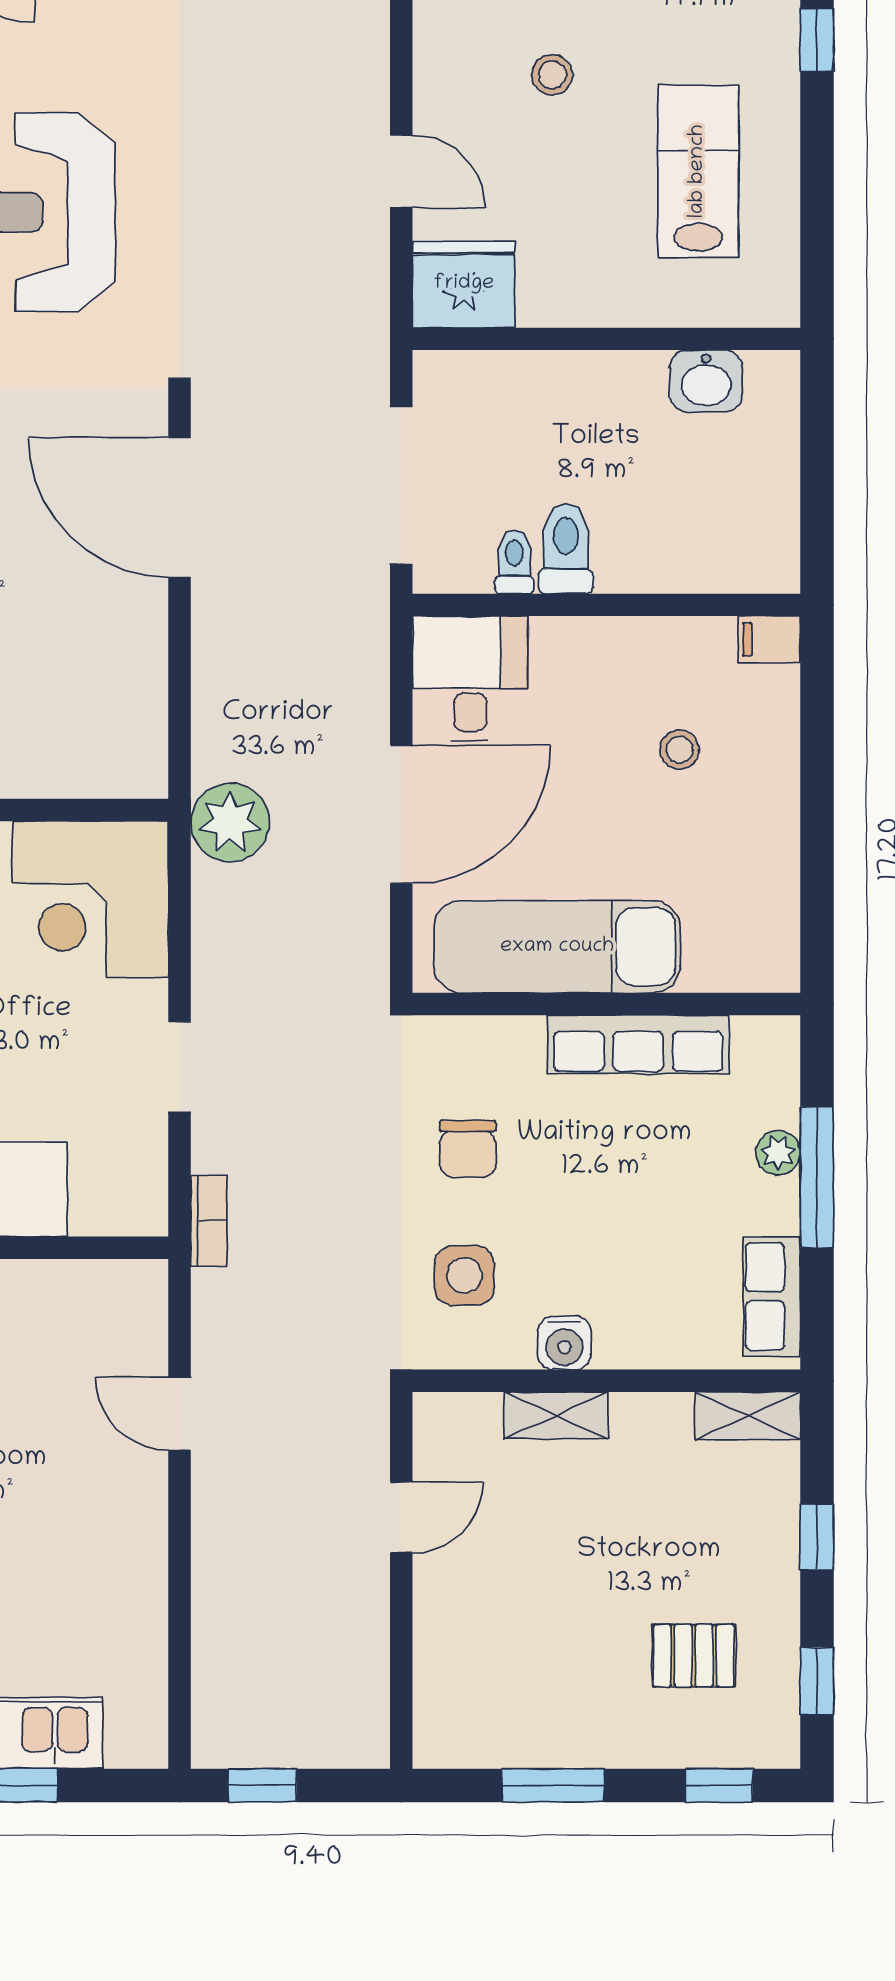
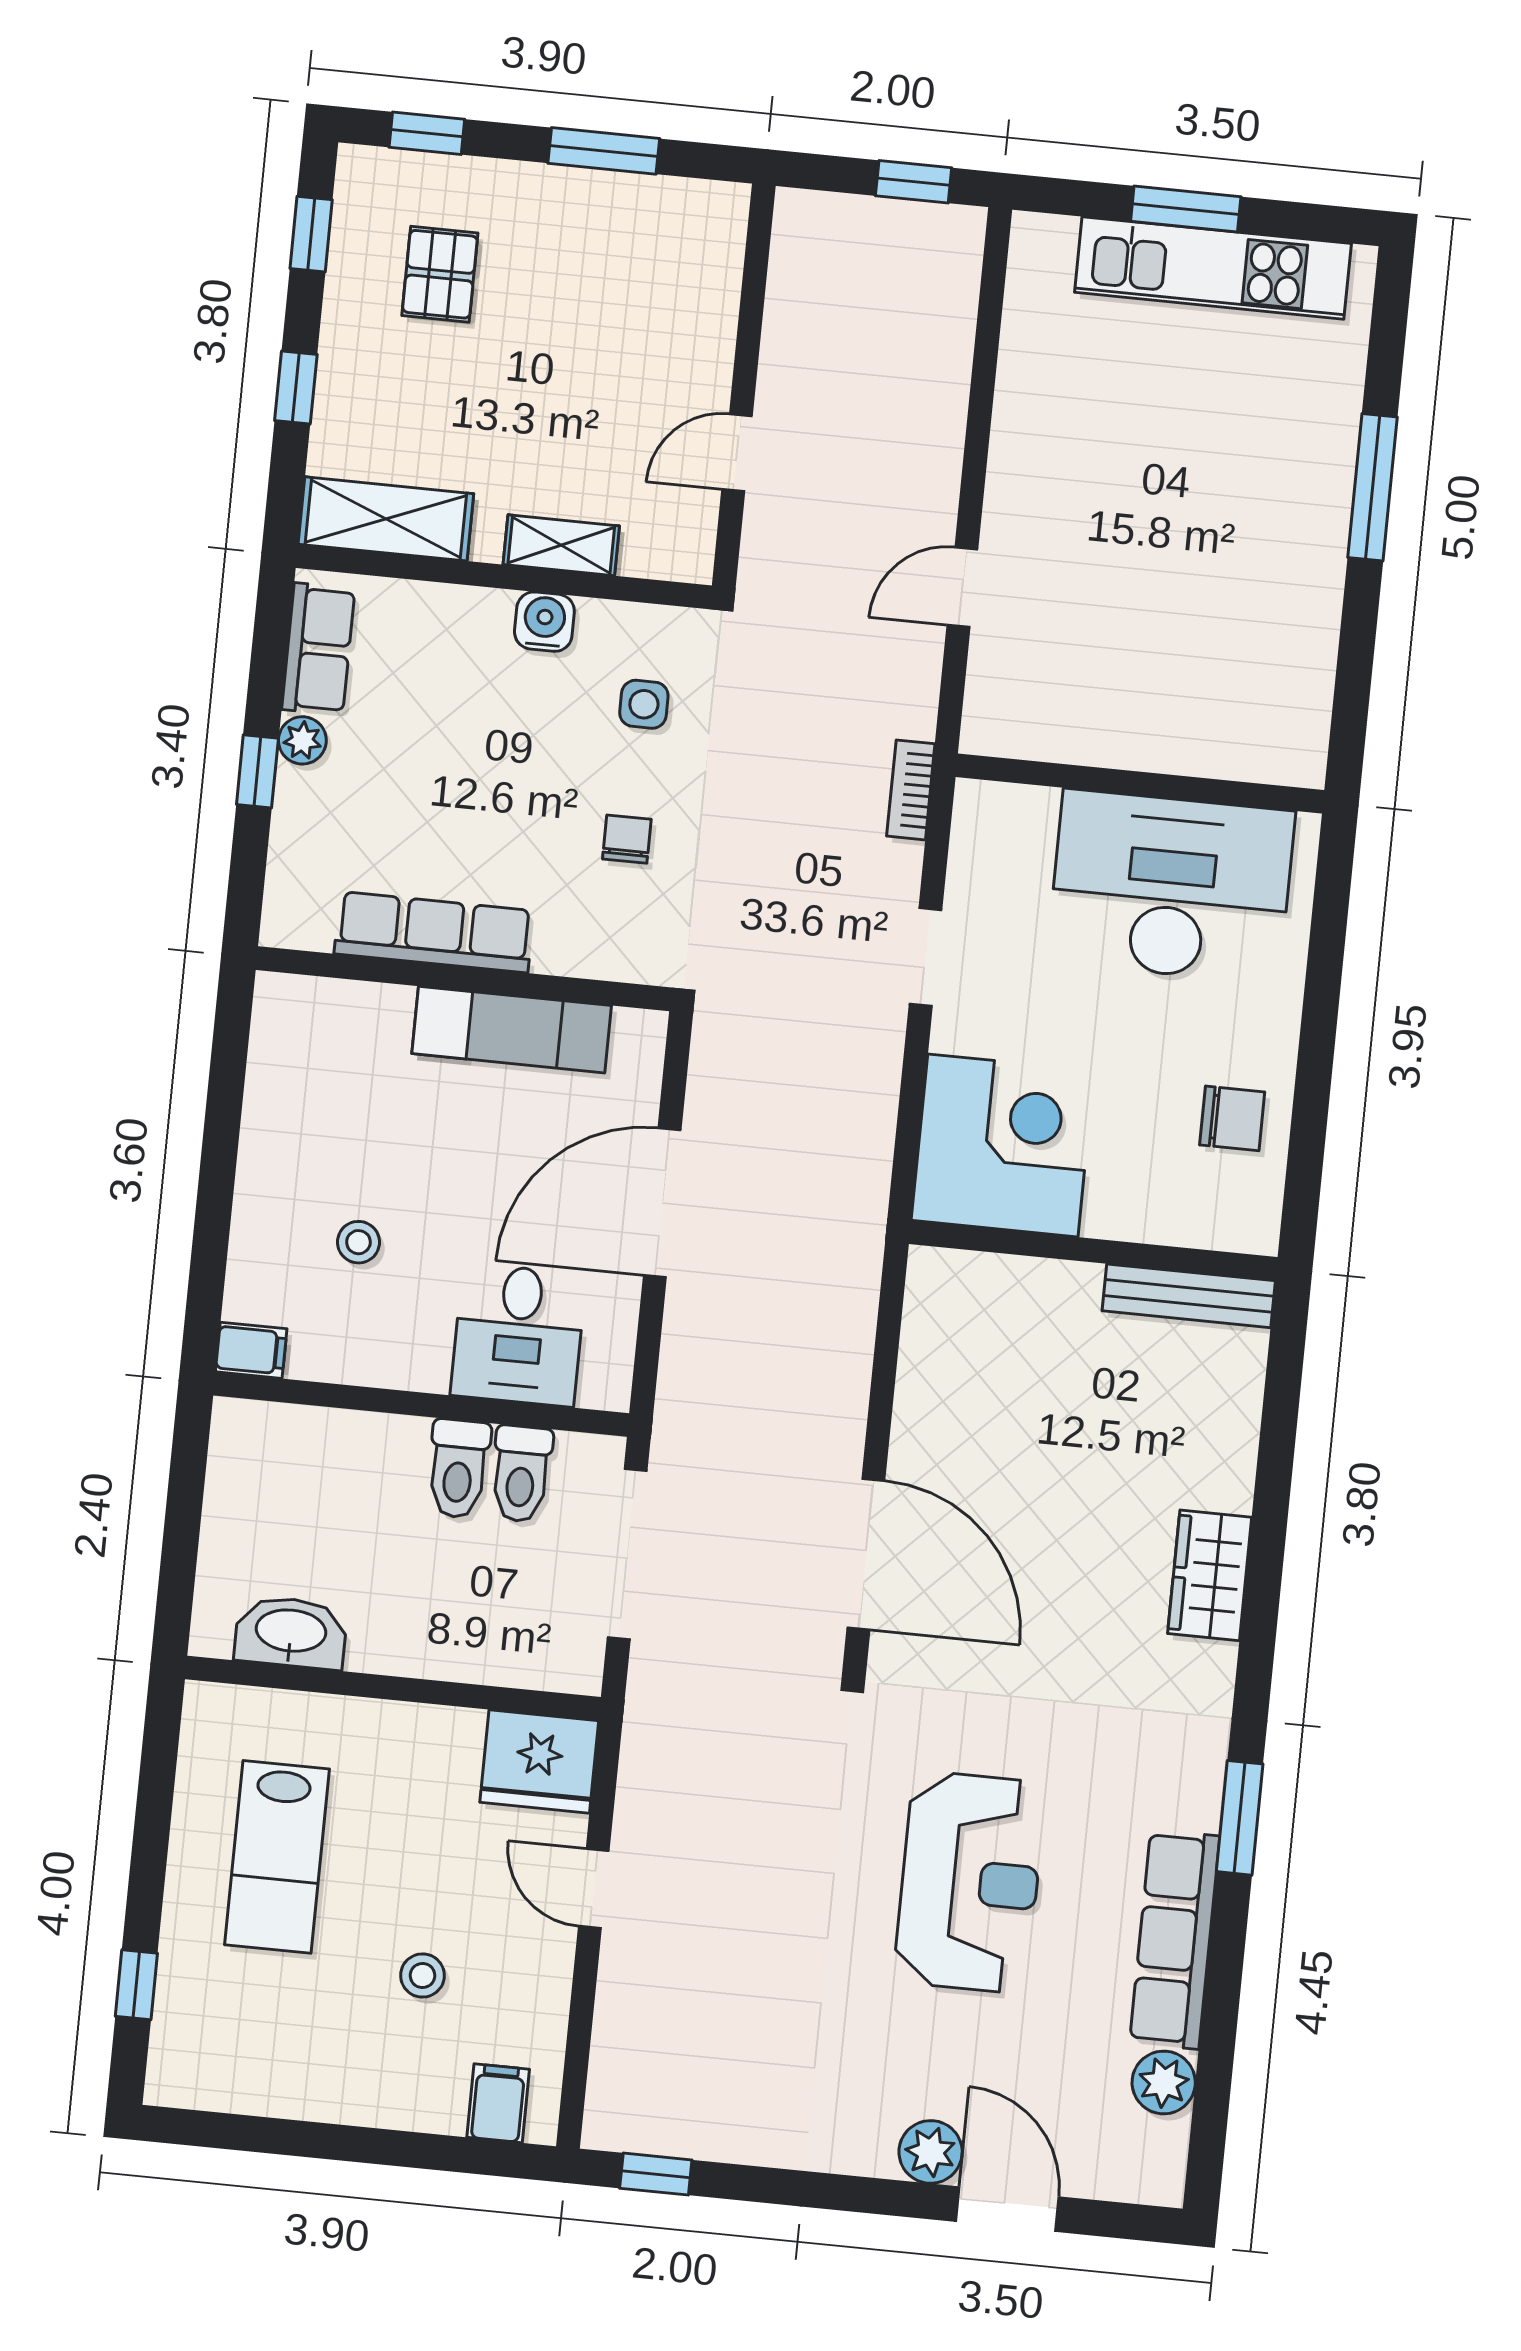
washbasin: (706, 381) -> (291, 1633), width x1.38
toilet: (514, 562) -> (521, 1474), width x1.37, depth x1.39
desk: (470, 678) -> (518, 1335), moved
plant: (230, 822) -> (846, 1212), removed
exam couch: (557, 947) -> (512, 1030), width x0.73, depth x0.69
chair: (468, 1149) -> (627, 839), width x0.73, depth x0.73
plant: (778, 1153) -> (302, 740), moved
window: (817, 1177) -> (257, 771), width x0.46
side table: (464, 1275) -> (644, 704), width x0.73, depth x0.73
door: (180, 1414) -> (962, 587), swing flipped
shelving: (748, 1416) -> (386, 519), width x1.50, depth x1.33
pallet: (694, 1656) -> (440, 274), turned 90

